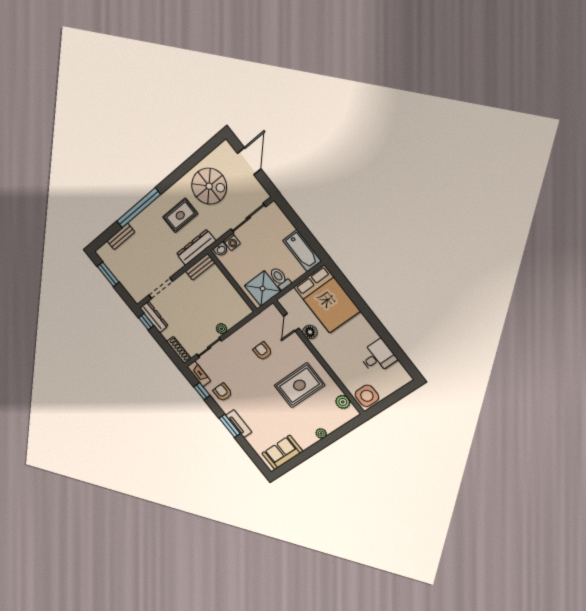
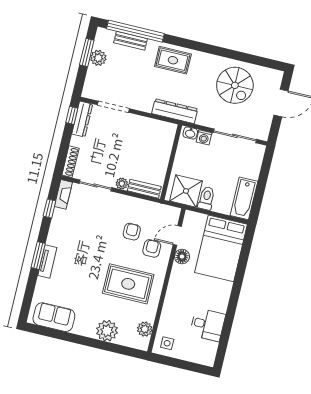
window: (139, 208) -> (135, 31), moved
rug: (180, 215) -> (173, 60), moved
bench: (200, 267) -> (144, 189), moved
plant: (118, 270) -> (98, 58), added
armchair: (223, 392) -> (152, 248), moved
side table: (367, 396) -> (167, 343), width x0.54, depth x0.54
plant: (321, 433) -> (107, 331), width x1.87, depth x1.87

